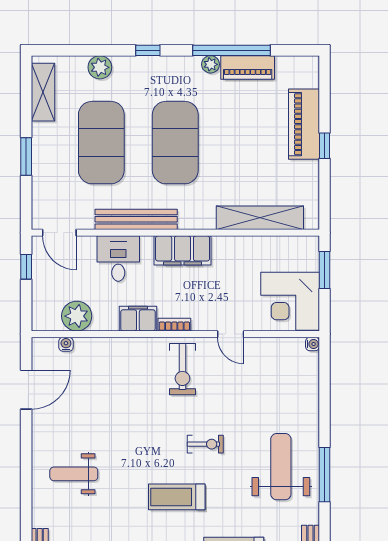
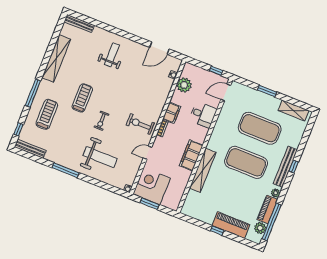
window: (232, 50) -> (272, 222), moved
plant: (100, 67) -> (260, 228), moved
shelving: (260, 218) -> (203, 170), moved
bench: (136, 219) -> (285, 167), moved
filing cabinet: (183, 250) -> (191, 155), moved
window: (324, 270) -> (150, 204), moved
door: (26, 390) -> (159, 48), hinge flipped
weight bench: (281, 467) -> (100, 157), moved

